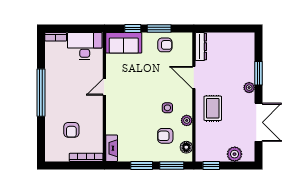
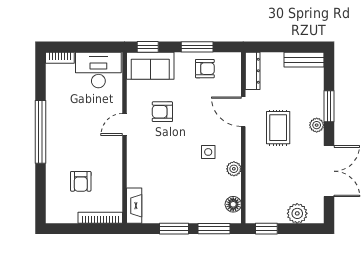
window: (133, 29) -> (148, 47), moved
bench: (240, 38) -> (304, 60), added
rug: (213, 108) -> (278, 128), moved
armchair: (165, 136) -> (162, 112), moved

